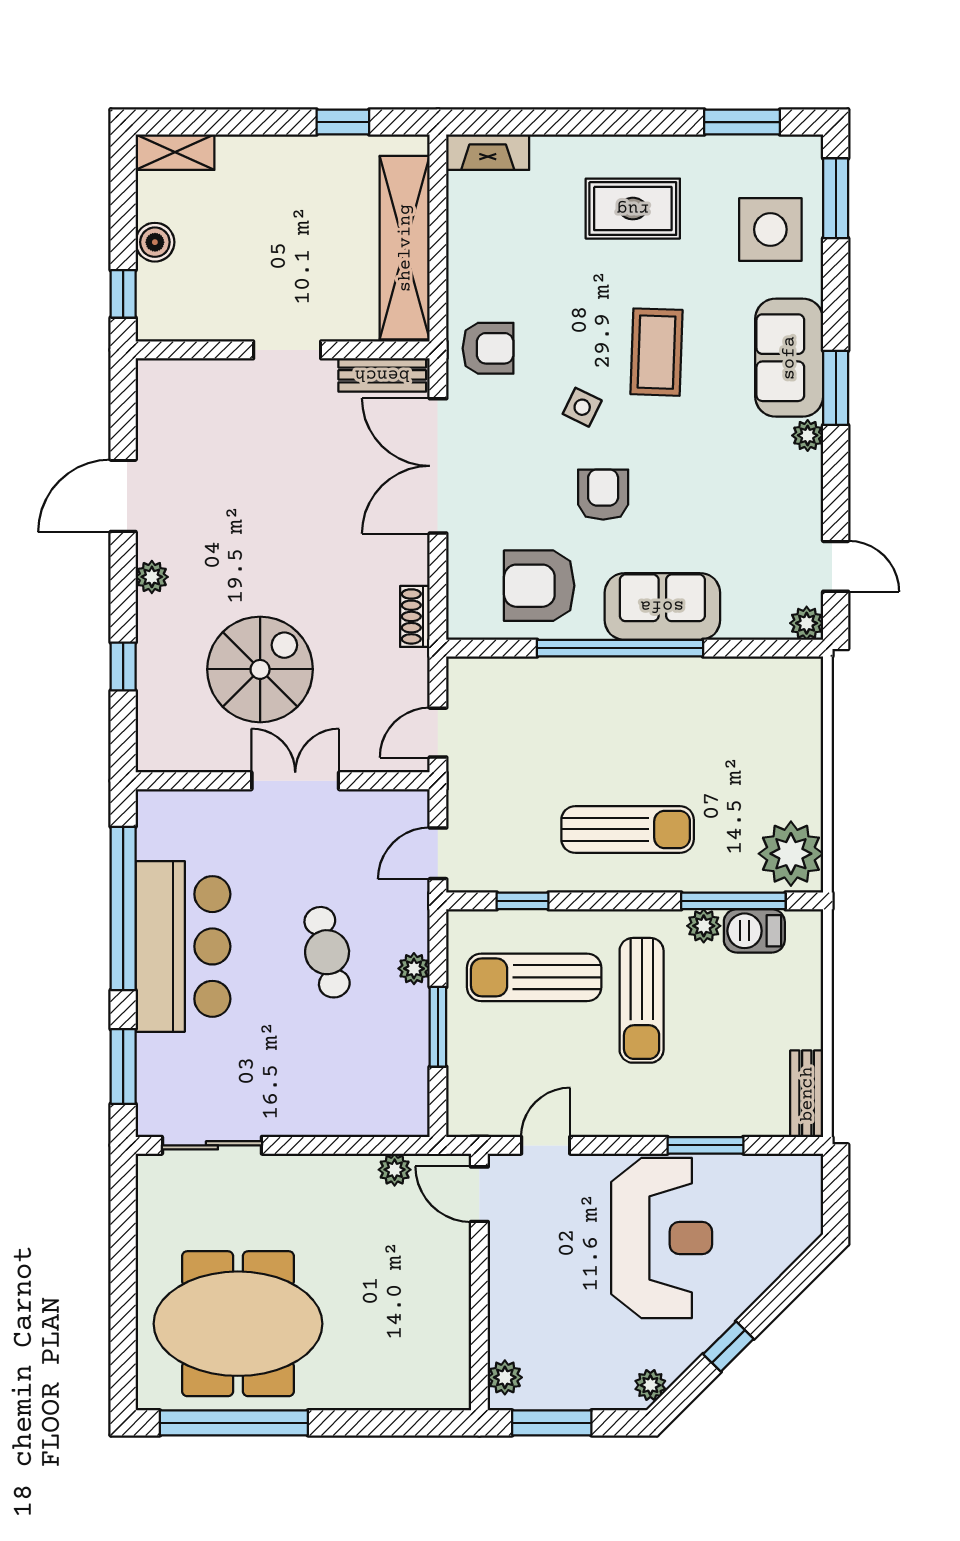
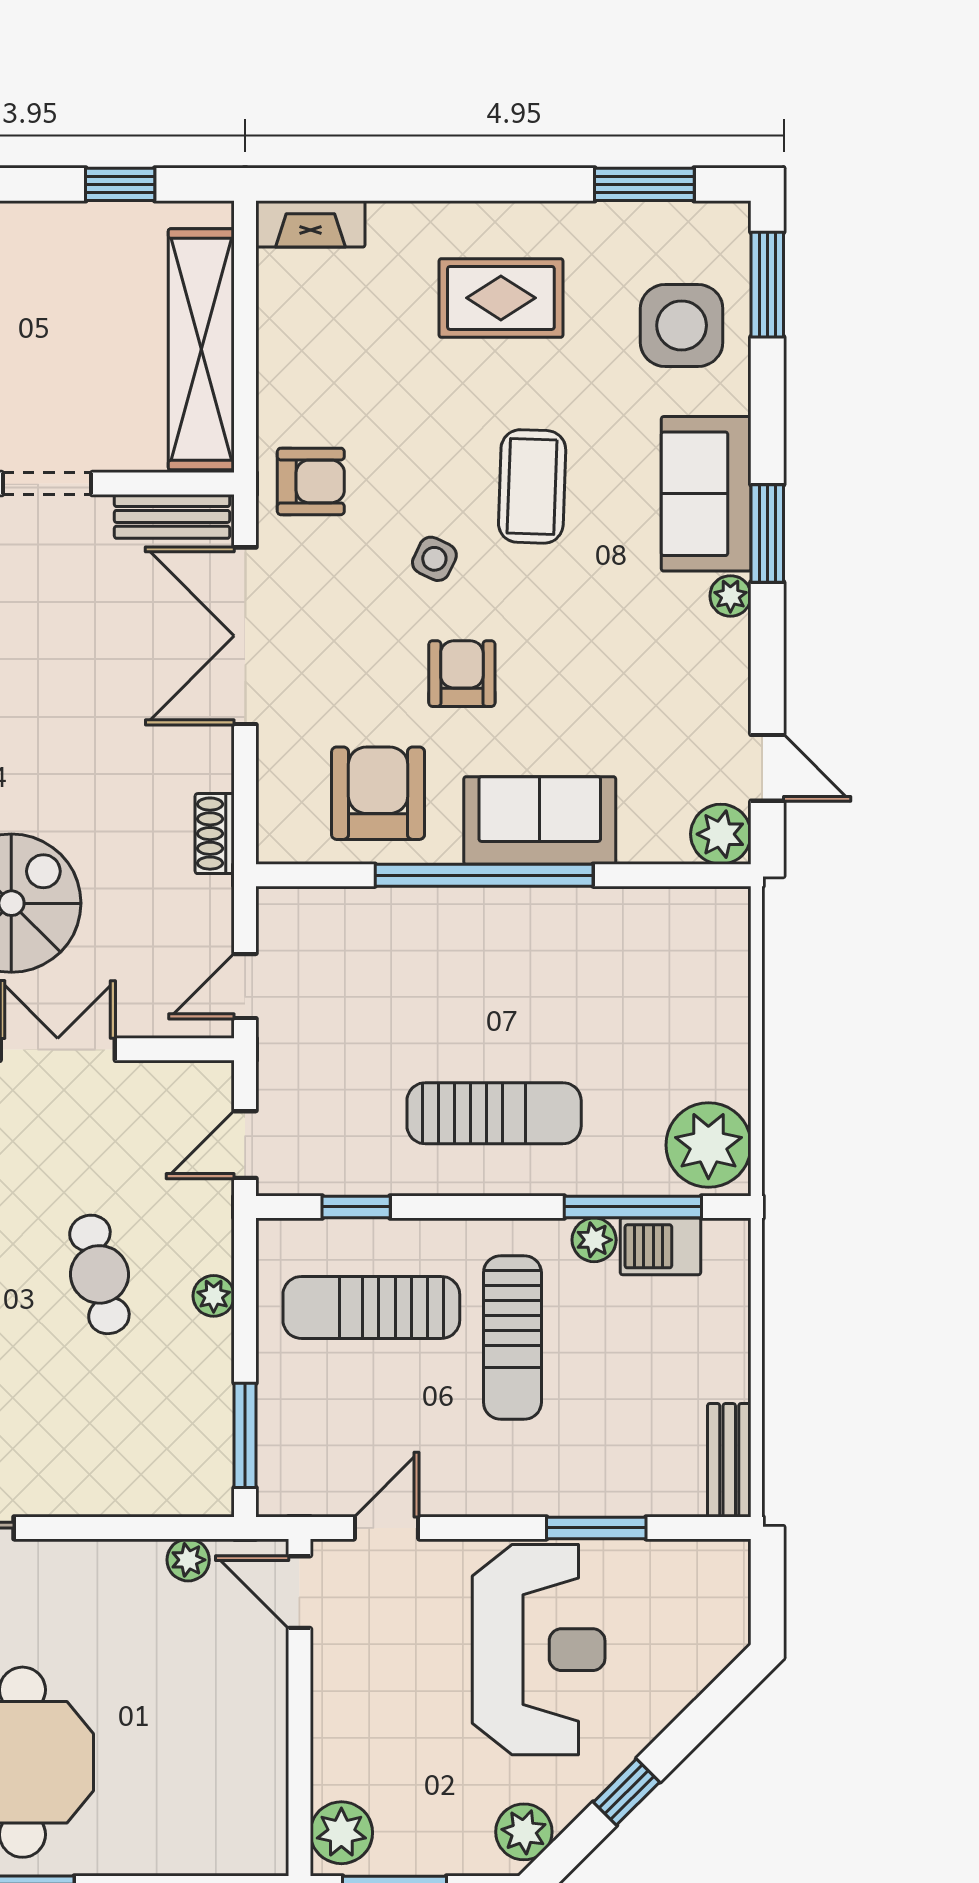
armchair: (539, 586) -> (378, 793), turned 90
plant: (807, 623) -> (721, 834), width x1.38, depth x1.38
window: (438, 1027) -> (245, 1435), moved
plant: (505, 1377) -> (341, 1833), width x1.38, depth x1.38
plant: (650, 1385) -> (524, 1832), width x1.38, depth x1.38

